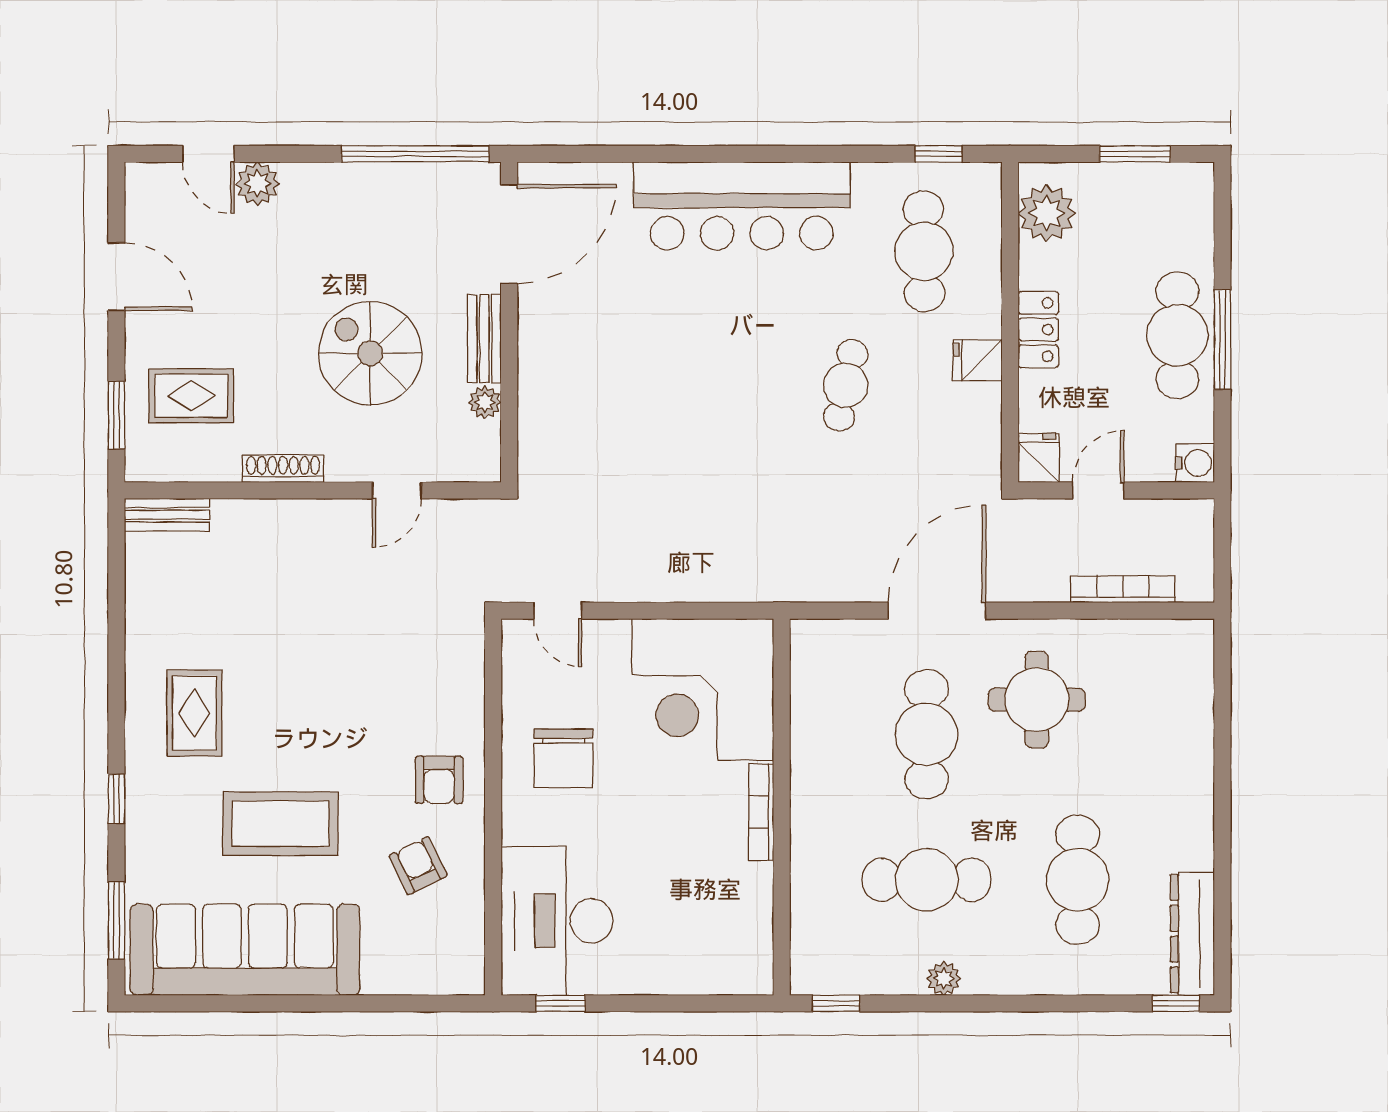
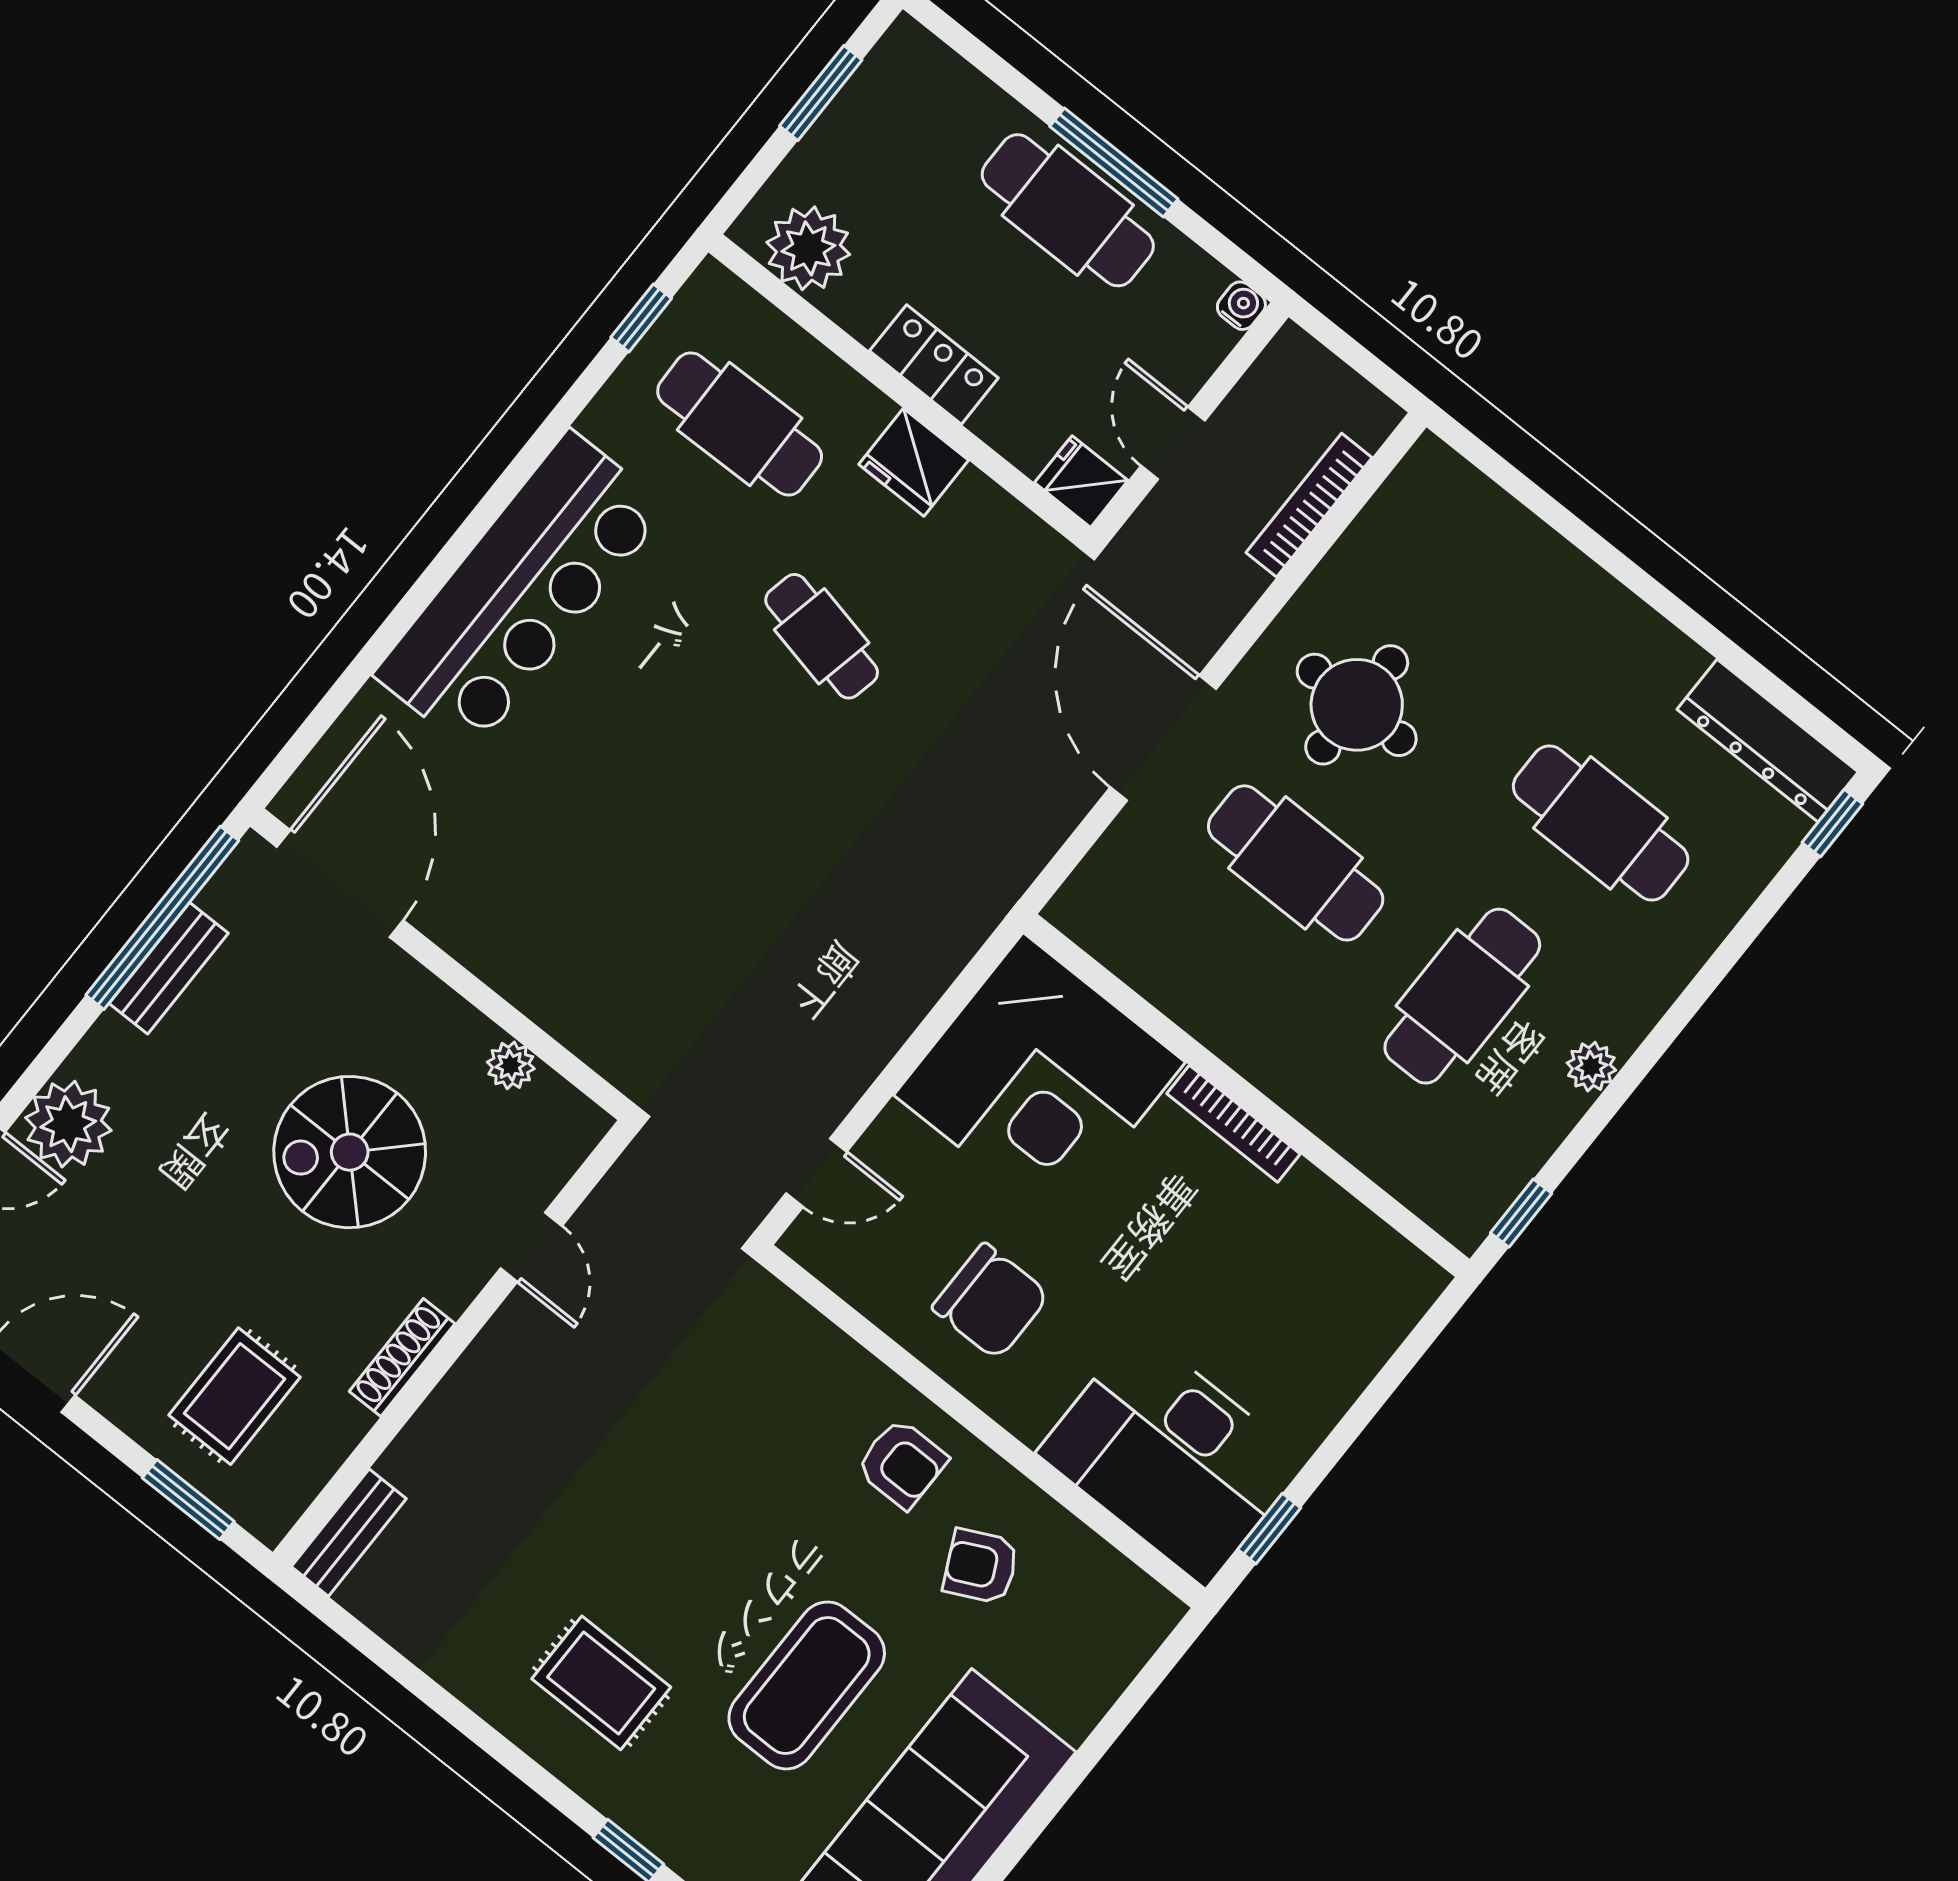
plant: (258, 184) -> (68, 1124), width x1.36, depth x1.36
bench: (484, 339) -> (169, 968), moved, turned 90
fridge: (978, 360) -> (914, 462), width x1.38
water cooler: (1195, 463) -> (1241, 306), width x0.72, depth x0.72

